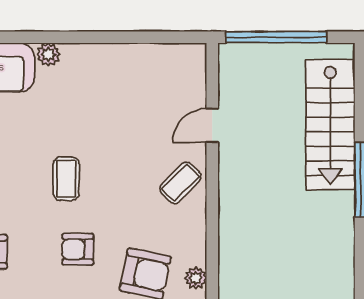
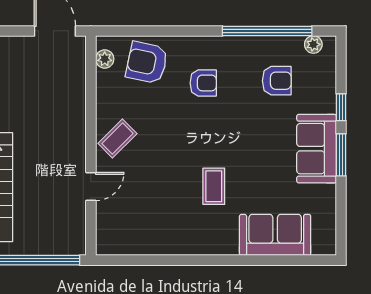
plant: (48, 54) -> (228, 246), removed
coffee table: (66, 179) -> (214, 186), moved

